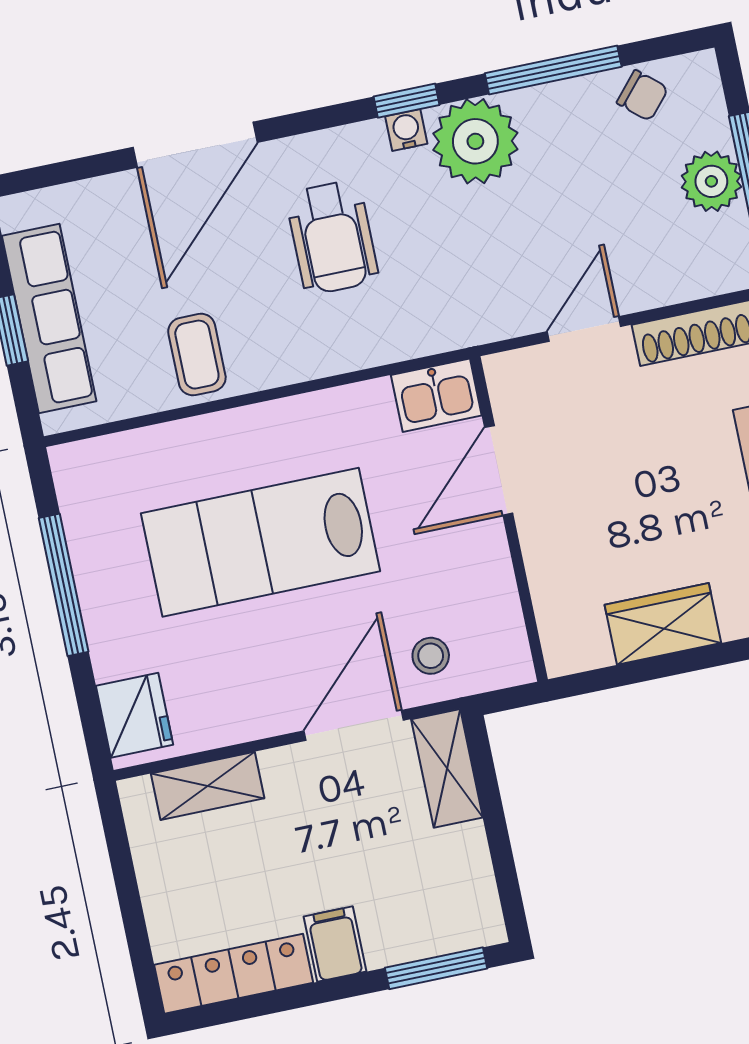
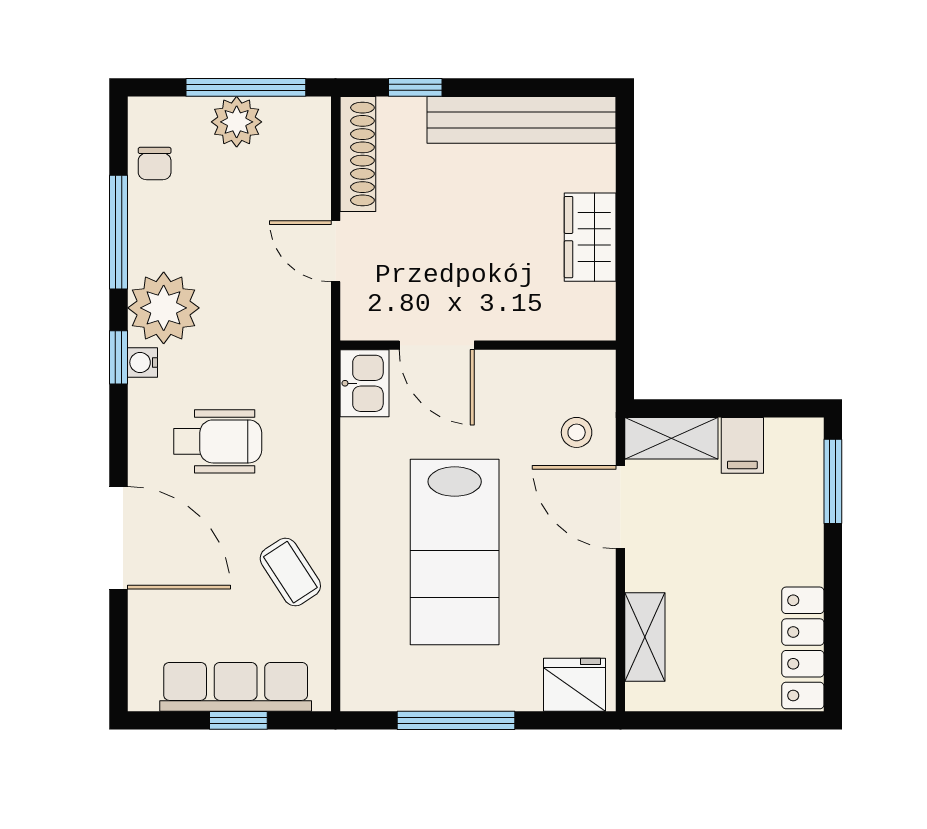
chair: (642, 95) -> (155, 164), turned 139
coffee table: (197, 355) -> (290, 572), turned 57
filing cabinet: (335, 944) -> (742, 445), moved, turned -90

